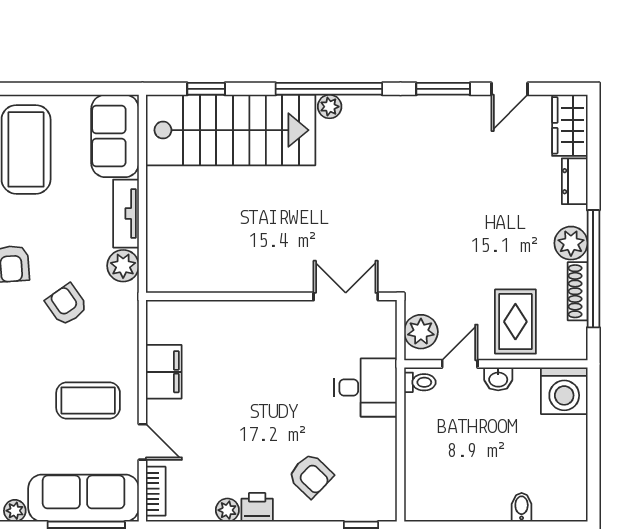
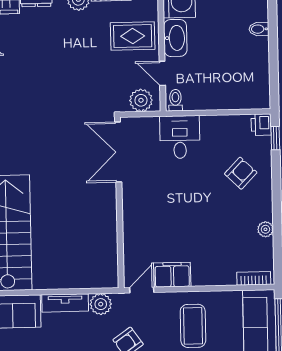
double door: (346, 296) -> (118, 152), width x1.37
washbasin: (498, 379) -> (175, 38), width x1.91, depth x1.45
door: (142, 442) -> (142, 290), moved
printer: (257, 507) -> (261, 125), moved

